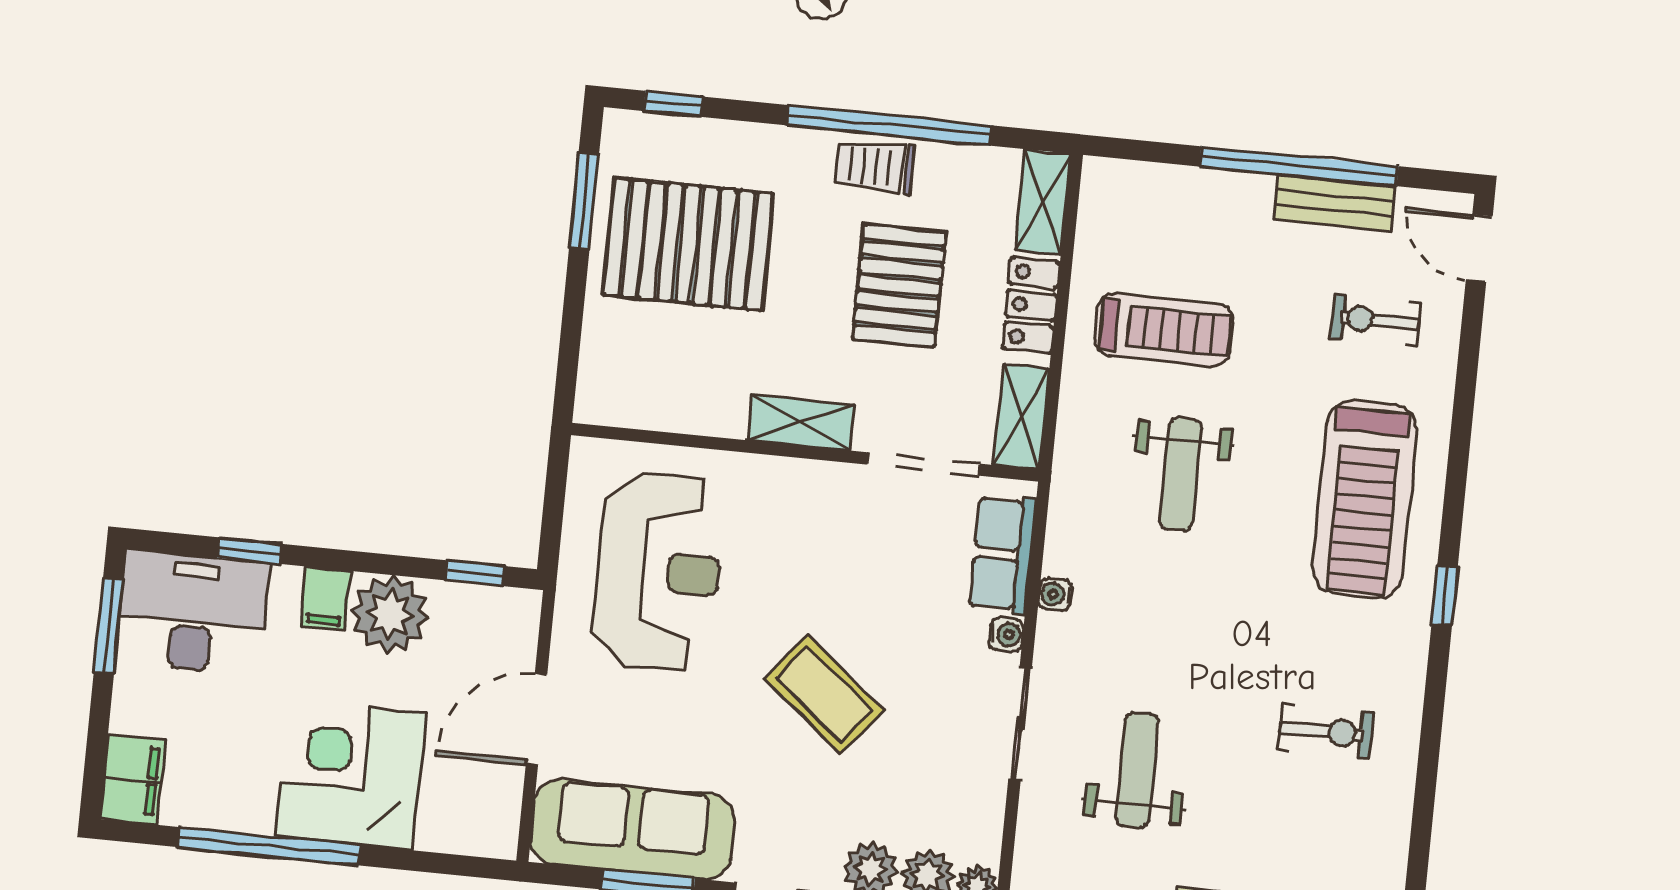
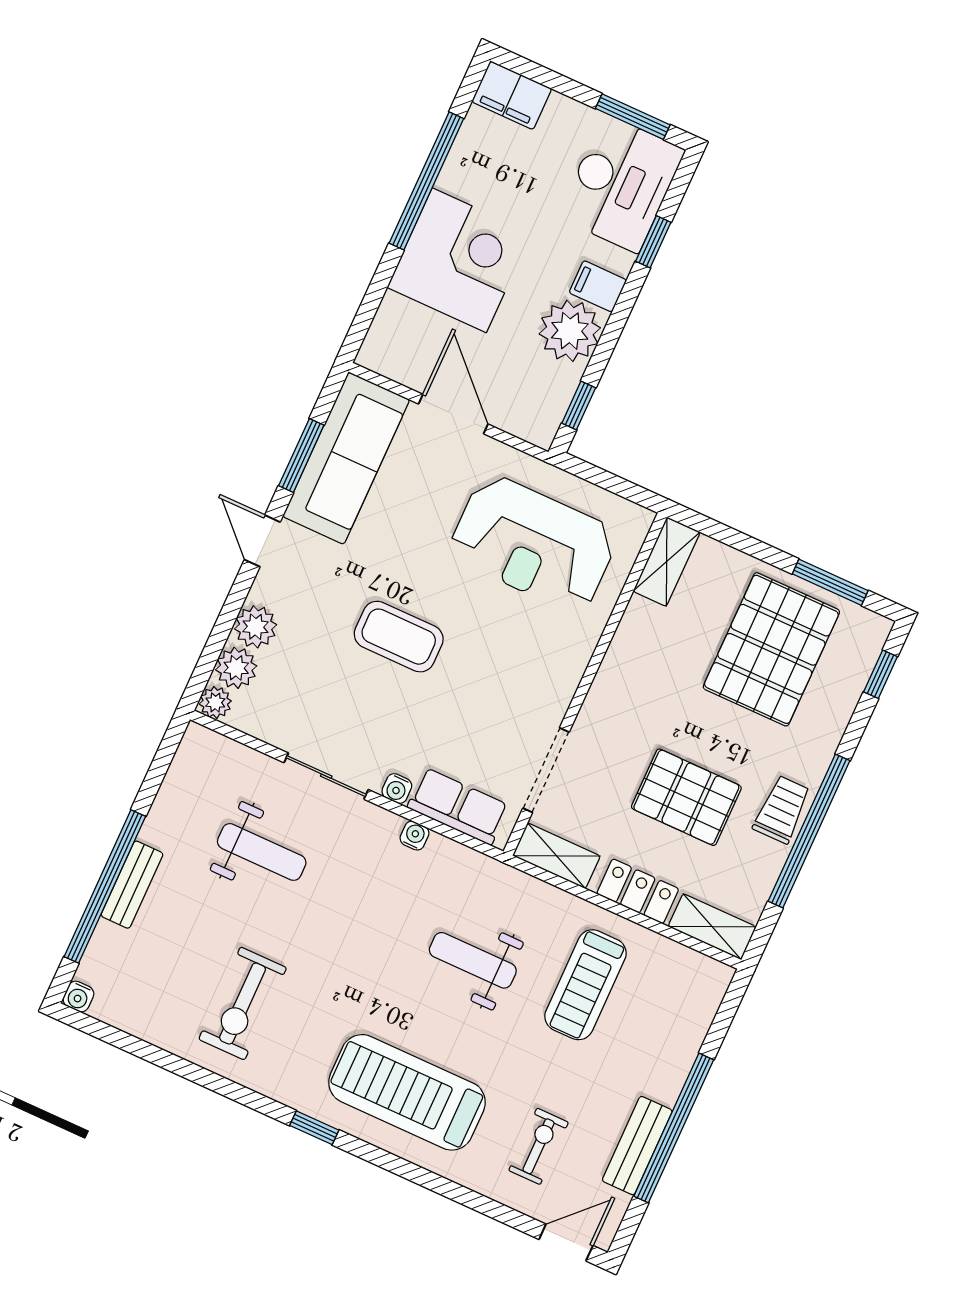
shelving: (801, 422) -> (667, 562), moved
coffee table: (824, 694) -> (399, 637), turned 51
exercise bike: (1325, 731) -> (243, 1004), width x1.38, depth x1.39

